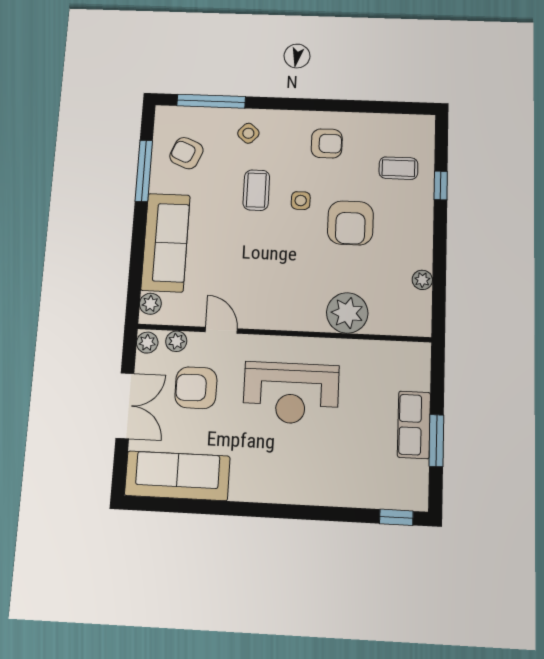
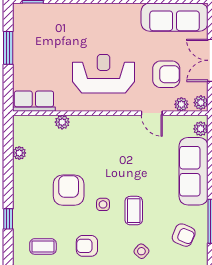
coffee table: (398, 168) -> (43, 246), moved
plant: (347, 313) -> (62, 122), width x0.53, depth x0.53
row of seats: (414, 425) -> (34, 101), moved, turned -90

